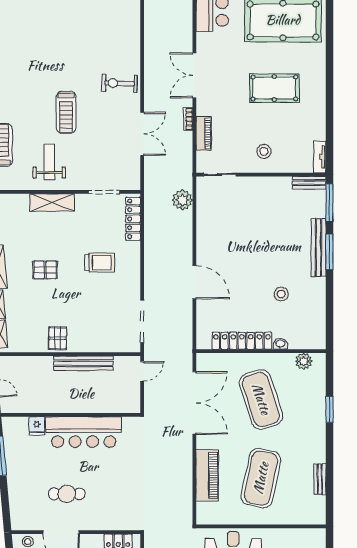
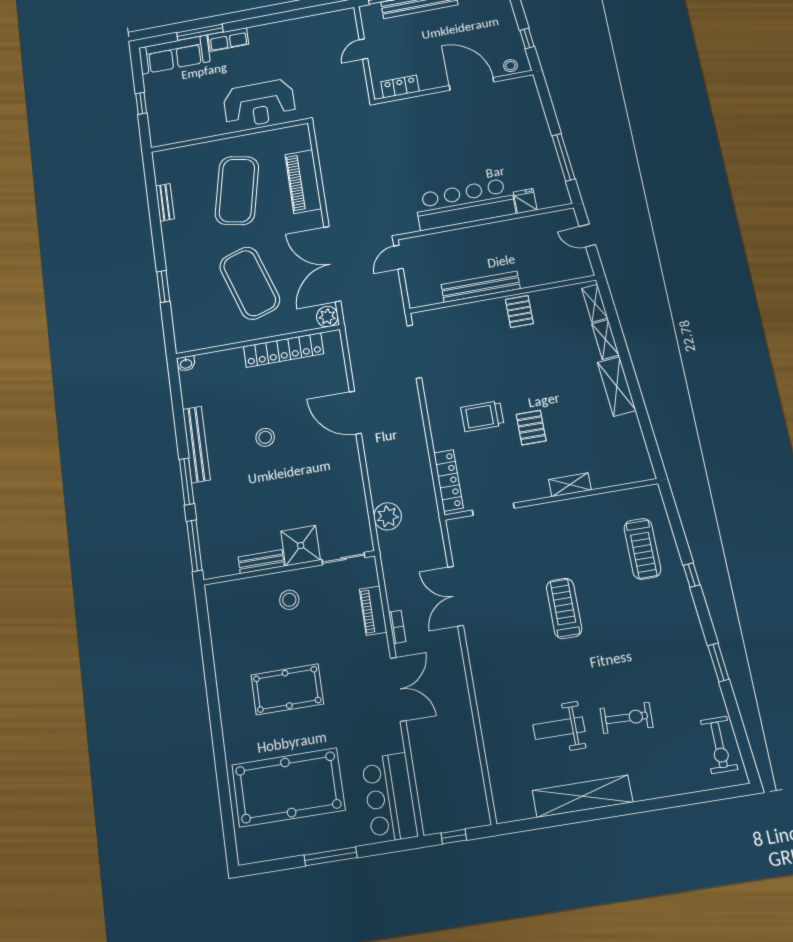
exercise bike: (120, 83) -> (626, 718), moved
tv unit: (320, 157) -> (214, 605), removed
weight bench: (49, 162) -> (559, 728), moved, turned 90
bench: (309, 183) -> (261, 562), moved
shower: (250, 189) -> (301, 546), added
shelving: (52, 202) -> (570, 485), width x0.67, depth x0.75
bench: (319, 247) -> (196, 444), moved
pallet: (45, 270) -> (531, 428), moved, turned 90
stool: (281, 294) -> (265, 437), moved
washbasin: (280, 344) -> (186, 364), moved
plant: (304, 361) -> (327, 317), moved
door: (142, 371) -> (398, 257), moved
cafe table: (67, 494) -> (473, 128), removed

